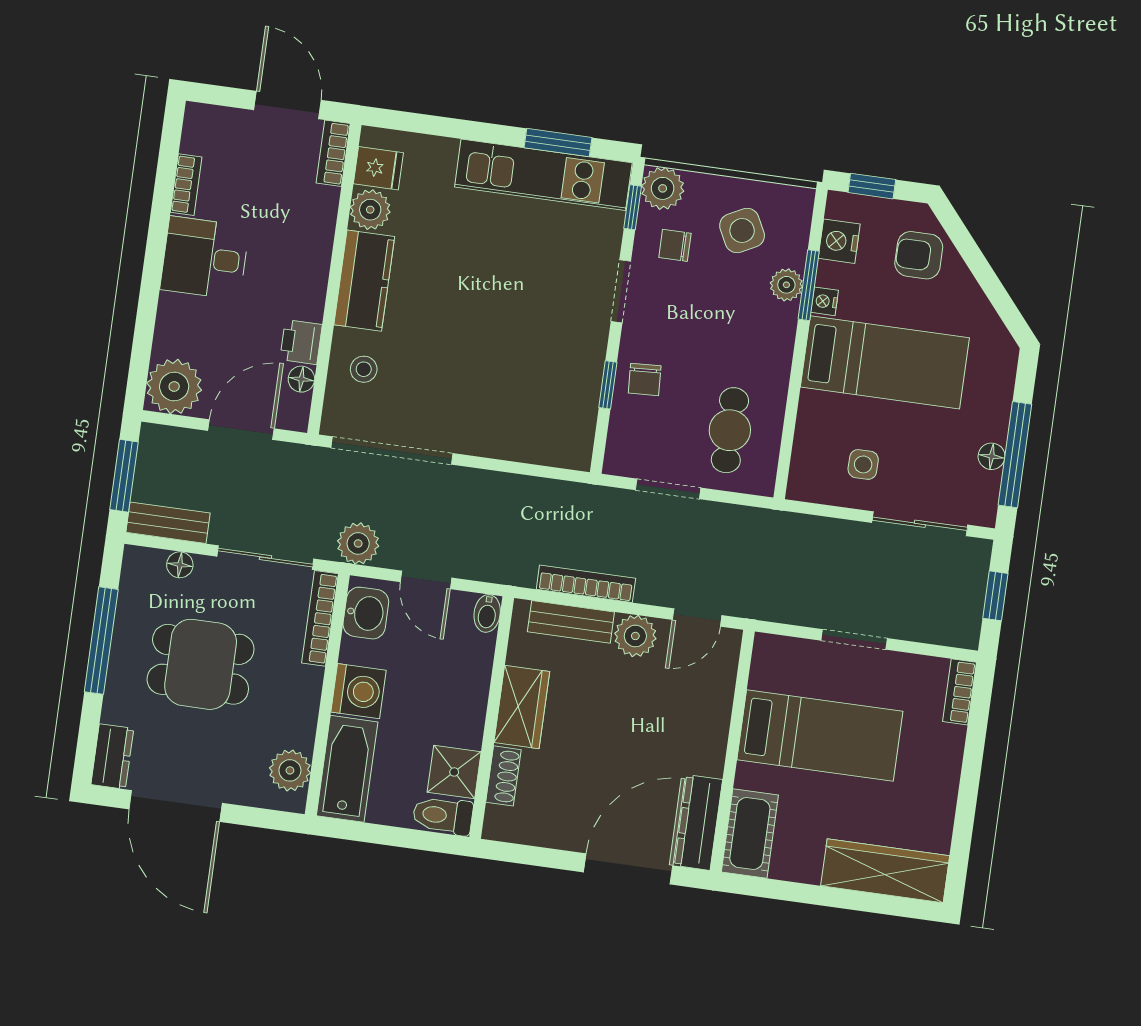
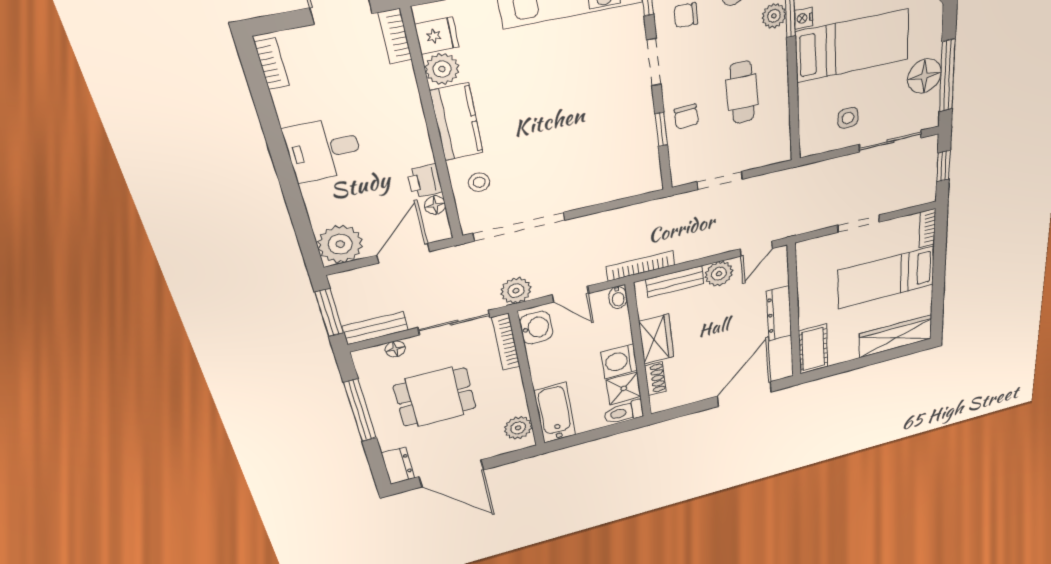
bookcase: (186, 185) -> (272, 64), moved
cafe table: (730, 430) -> (742, 92), moved
floor lamp: (992, 456) -> (924, 76), width x1.89, depth x1.89
bookcase: (586, 584) -> (640, 266), moved
washing machine: (358, 691) -> (619, 361), moved, turned 180
bed: (820, 735) -> (886, 277), moved, turned 180
dresser: (698, 822) -> (779, 313), moved

